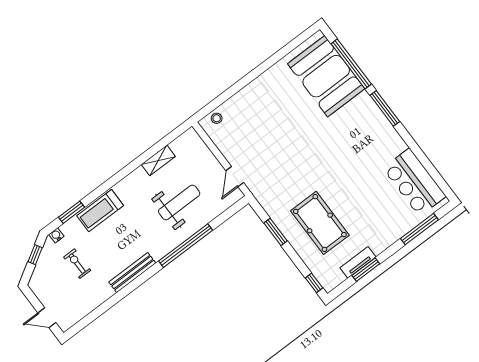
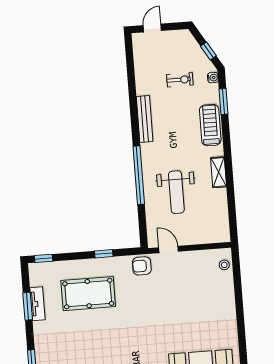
shelving: (158, 160) -> (219, 172), moved
armchair: (265, 191) -> (142, 266), added
window: (276, 232) -> (104, 254), width x0.67

